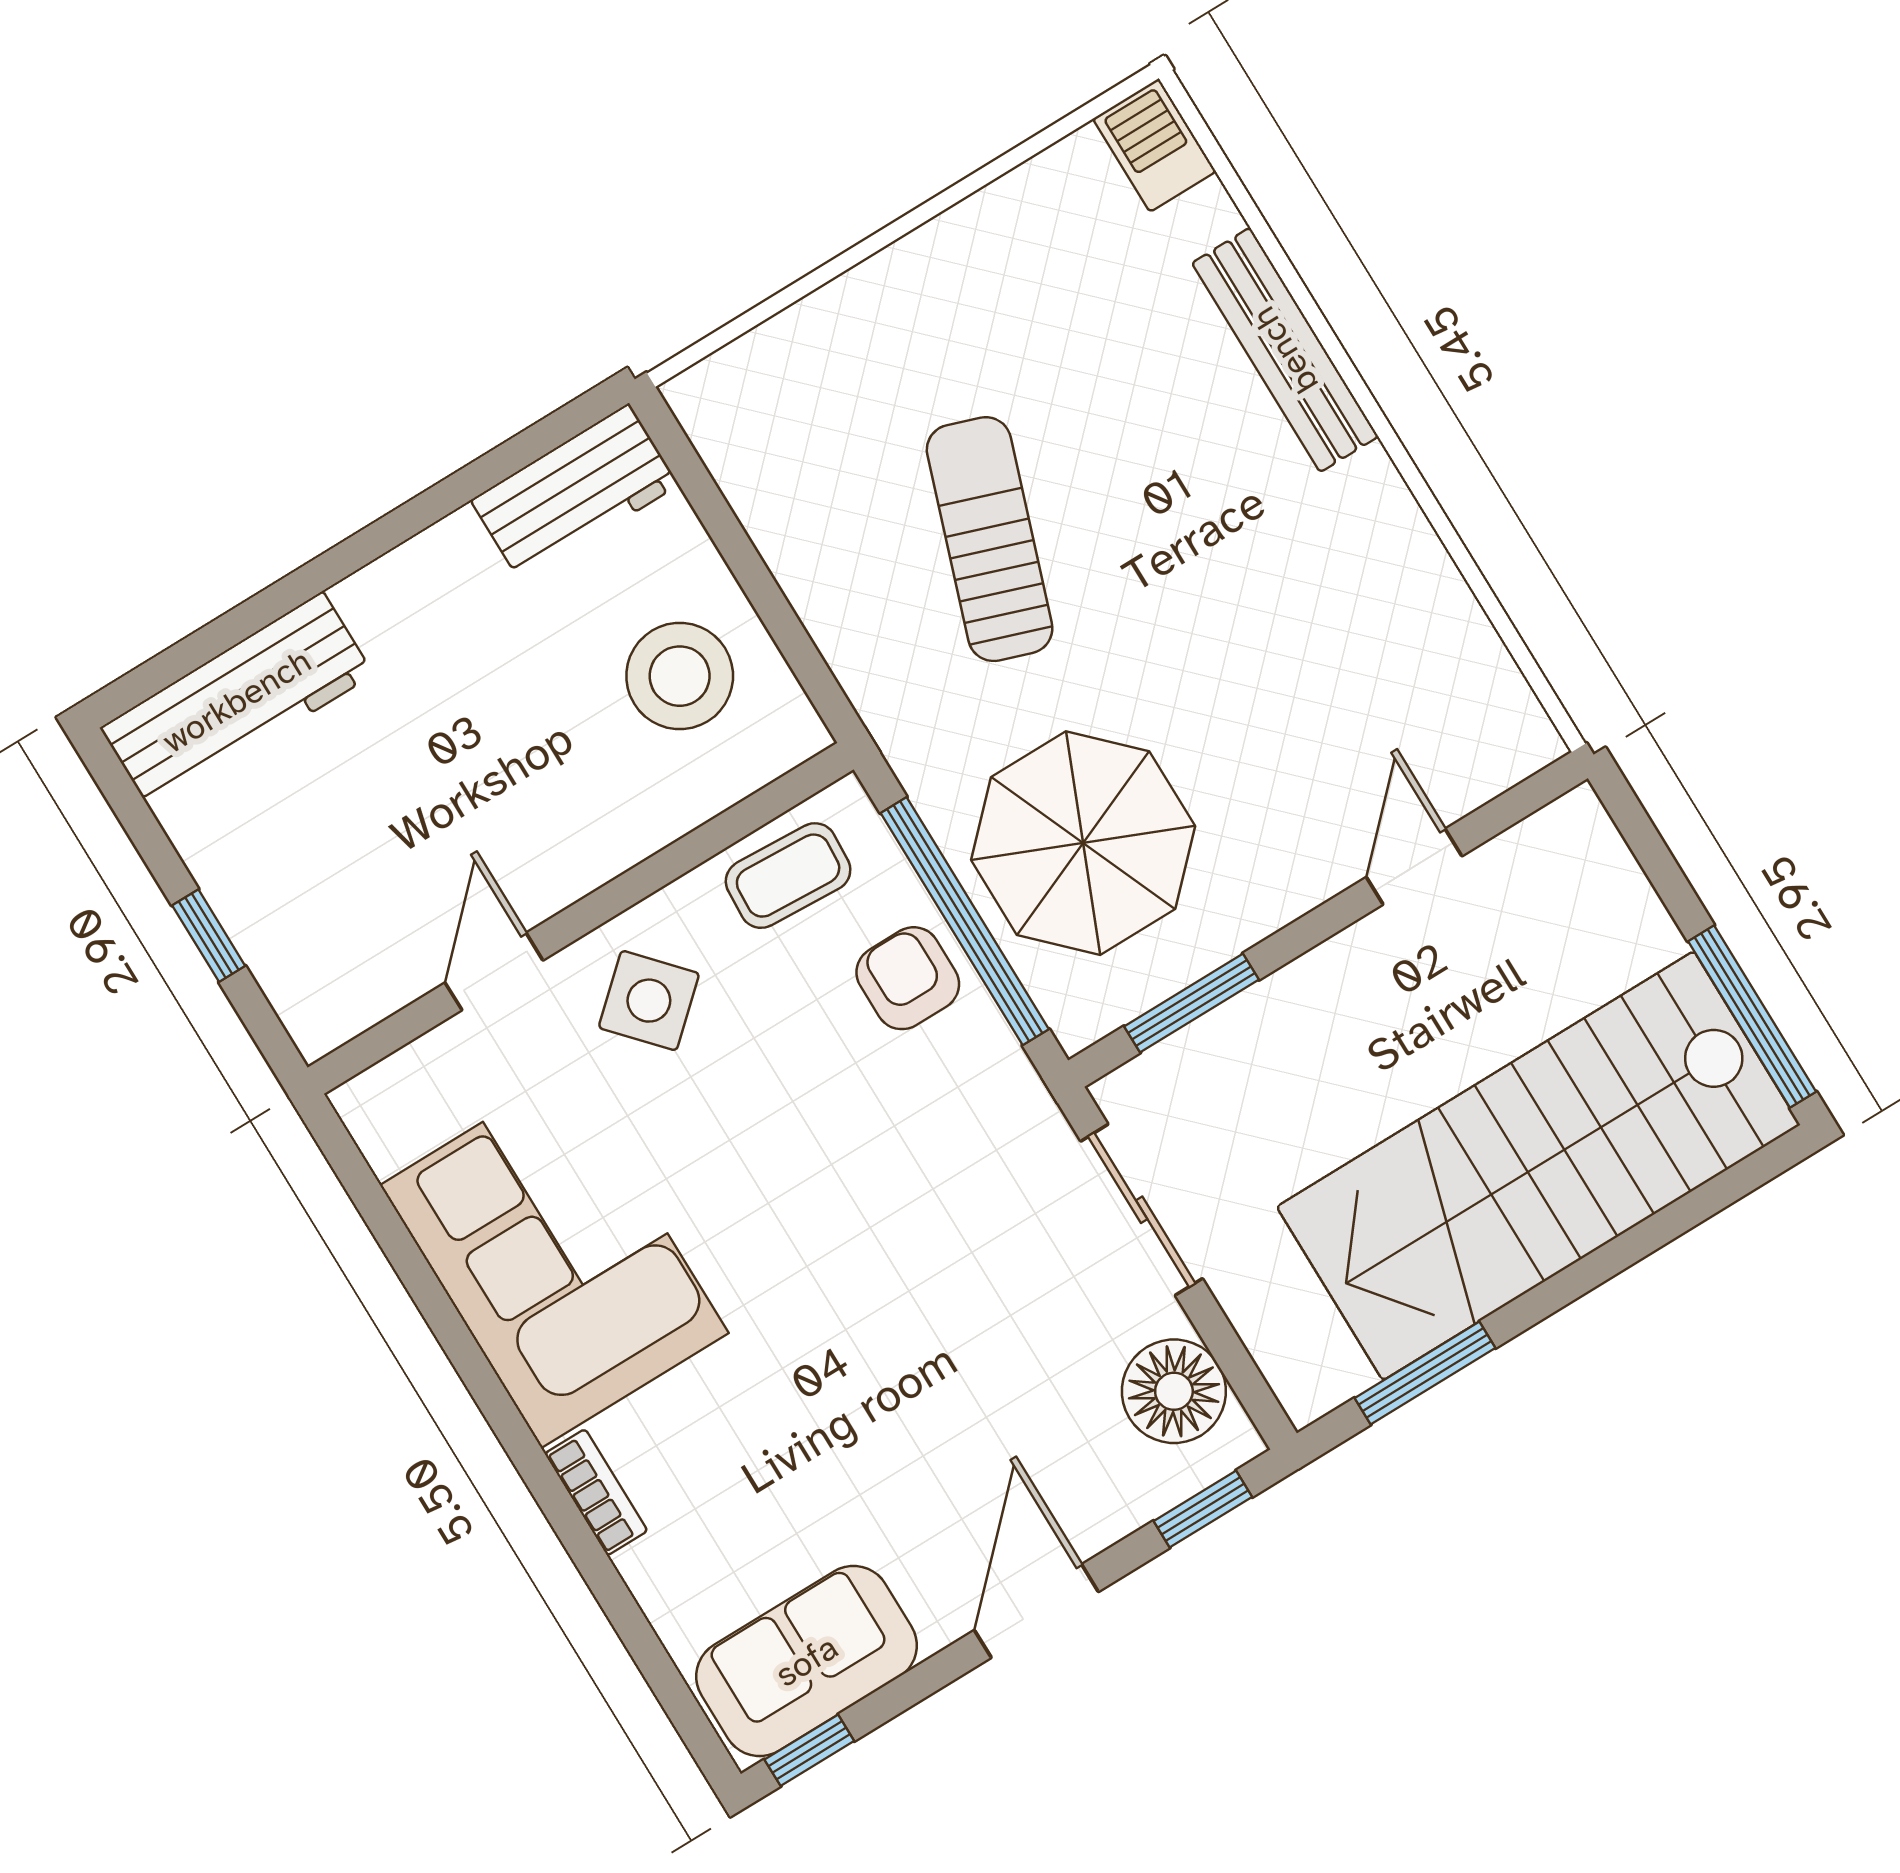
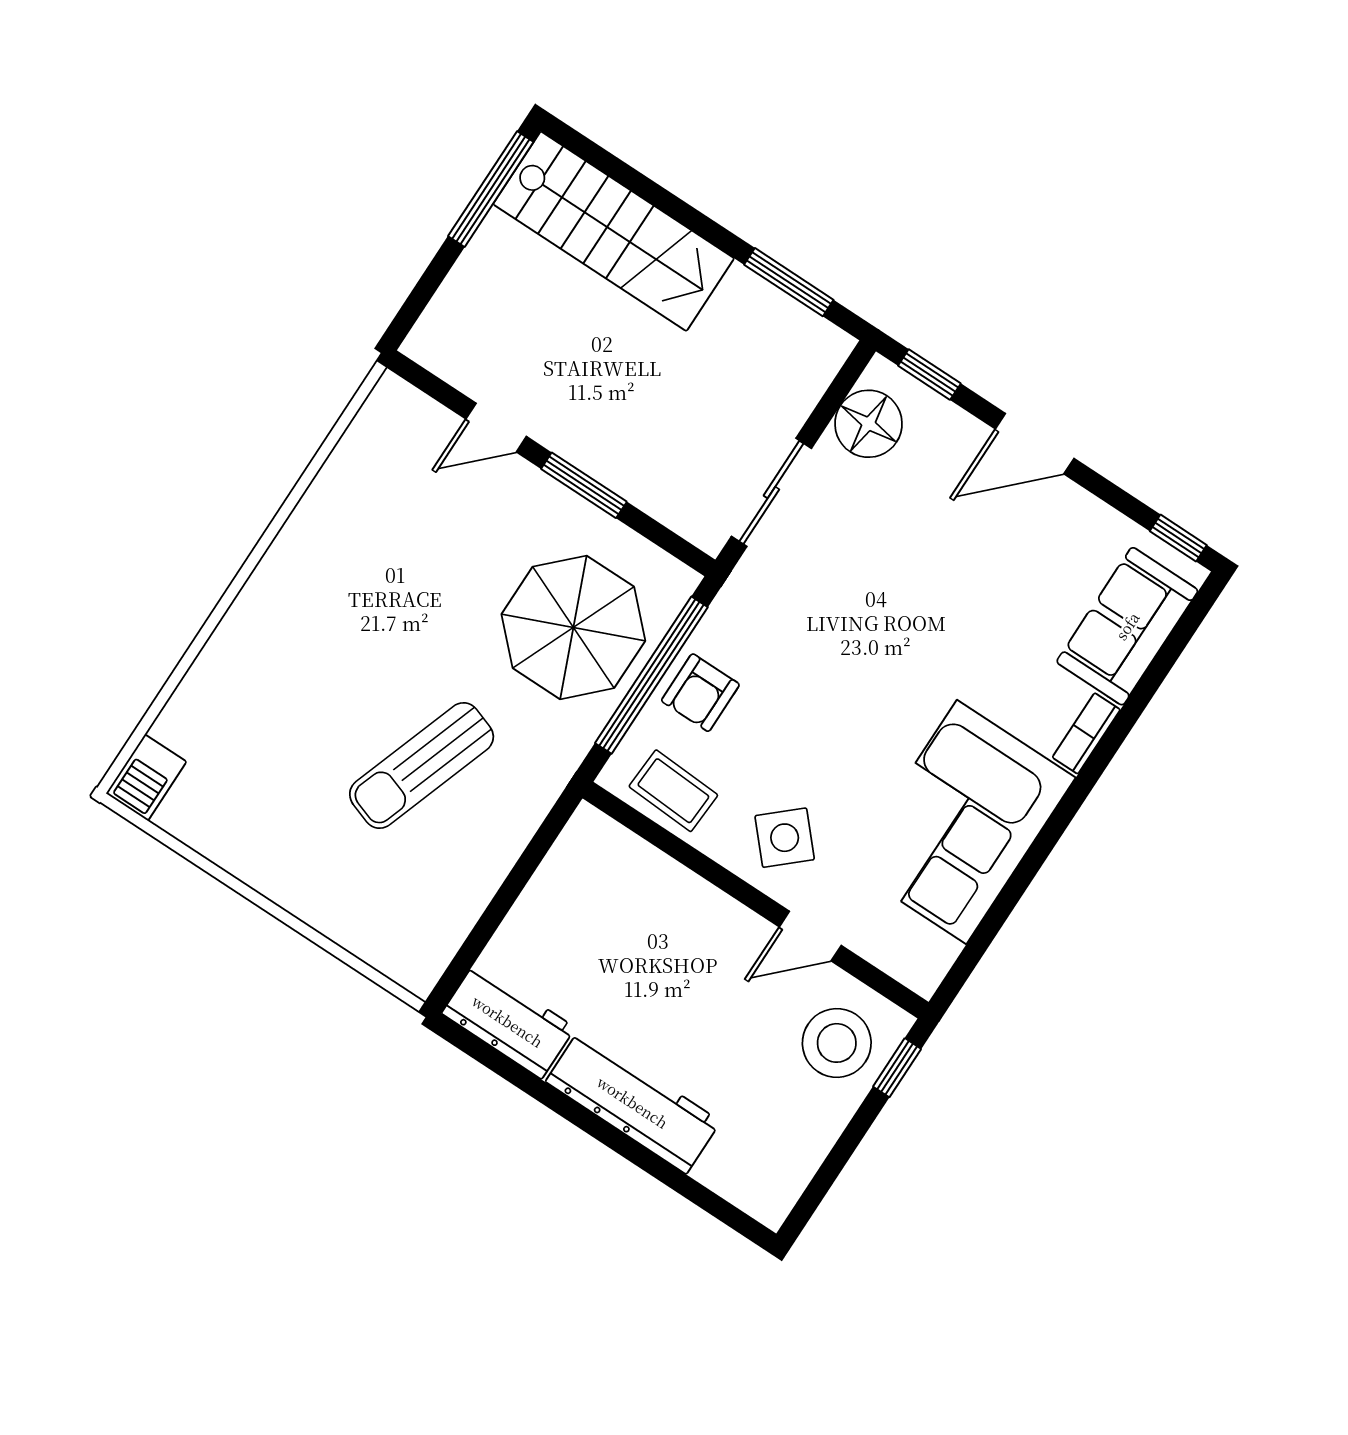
bench: (1285, 350) -> (230, 645), removed
stool: (680, 676) -> (837, 1043), moved
workbench: (237, 701) -> (633, 1102), moved
window: (209, 936) -> (897, 1068), moved
window: (1192, 1003) -> (584, 485), moved
stairs: (1538, 1166) -> (614, 231), width x0.73, depth x0.66
sofa: (807, 1661) -> (1127, 626), moved, turned 90

